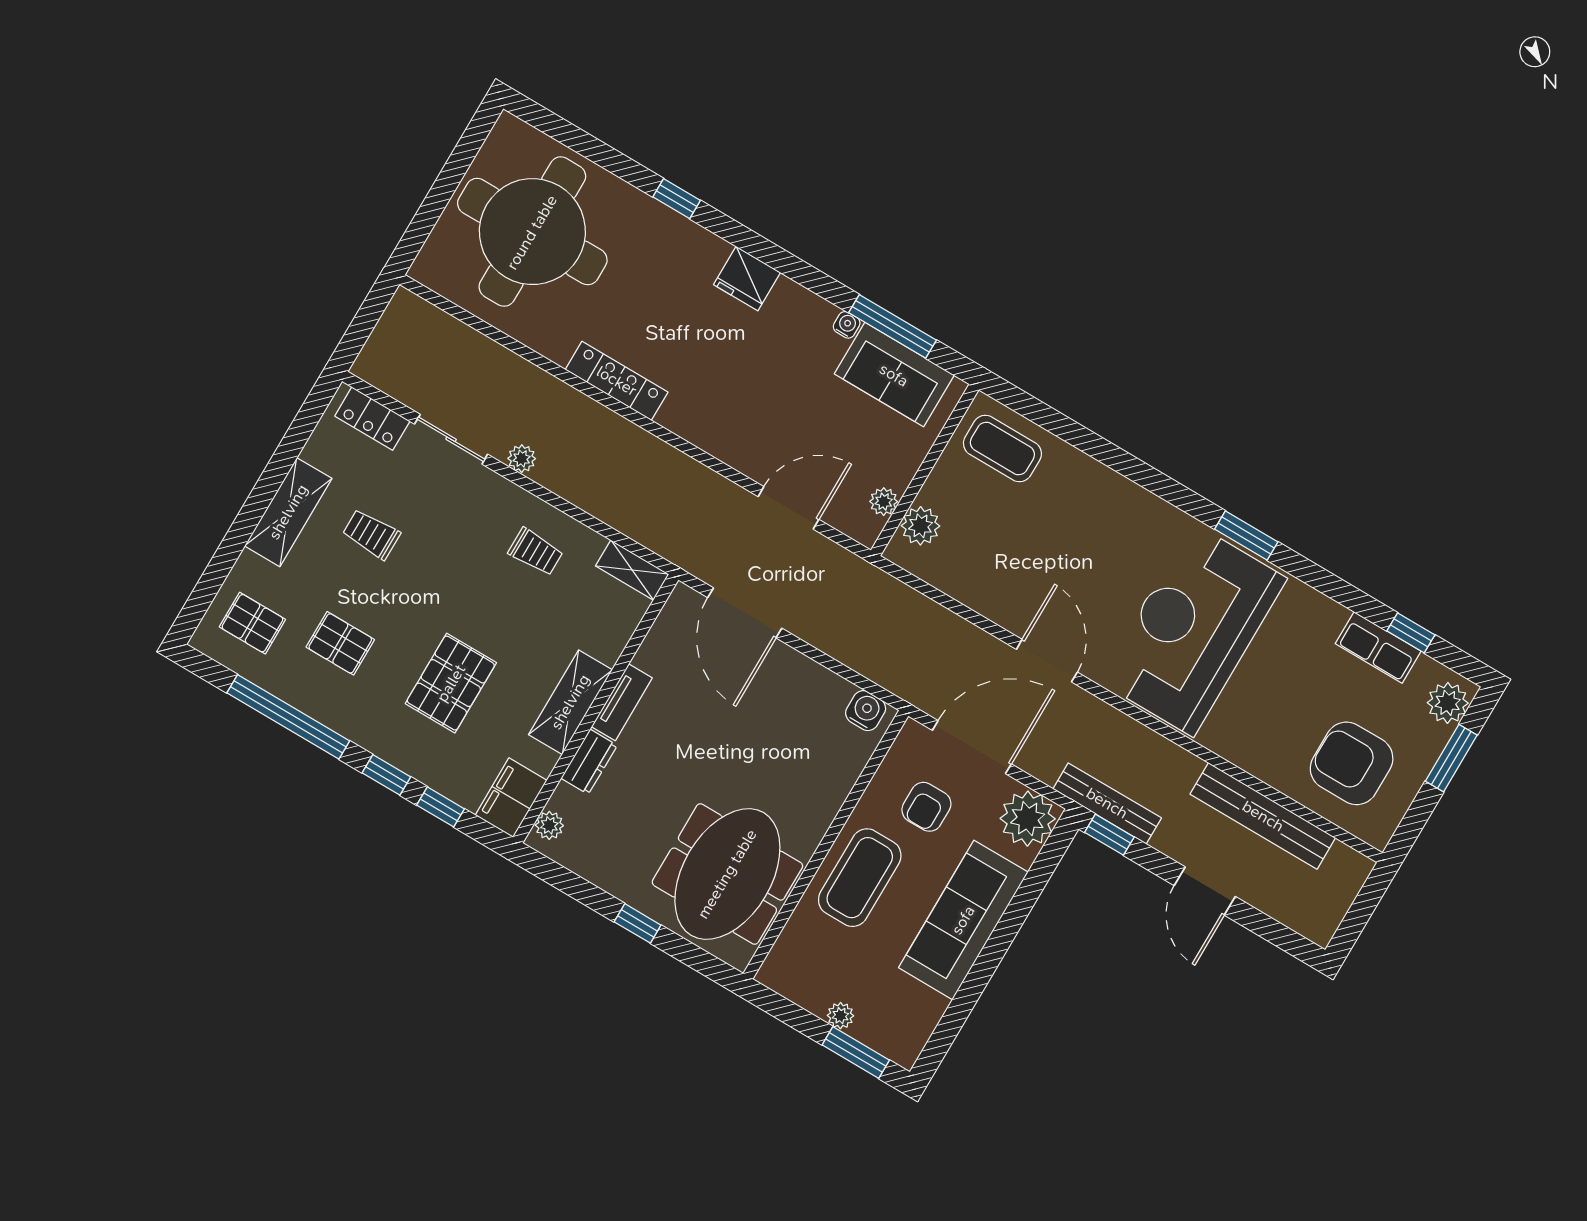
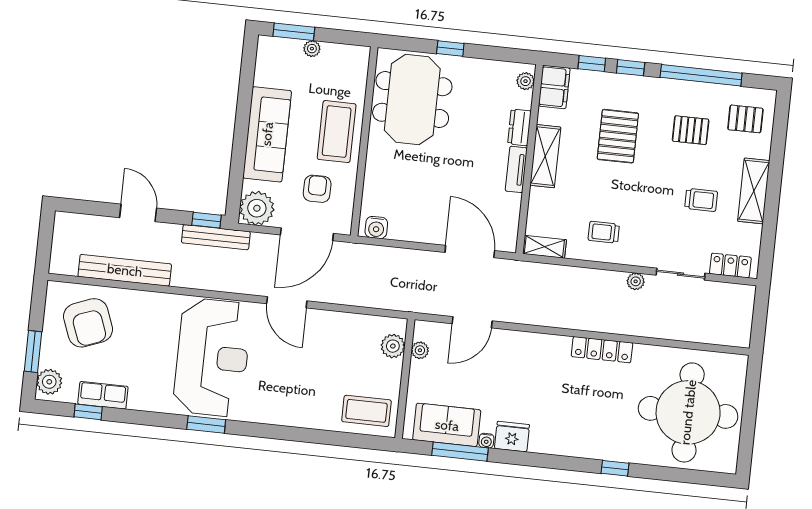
fridge: (747, 278) -> (512, 437), moved
armchair: (1352, 763) -> (88, 323), turned 69

